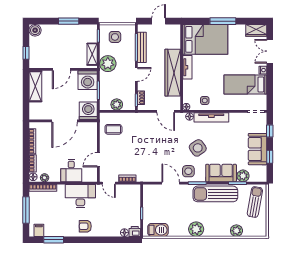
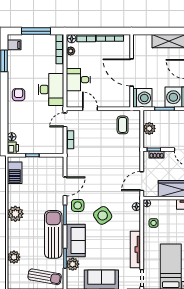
tv unit: (211, 117) -> (135, 249), moved

